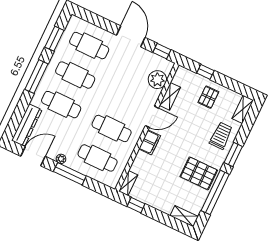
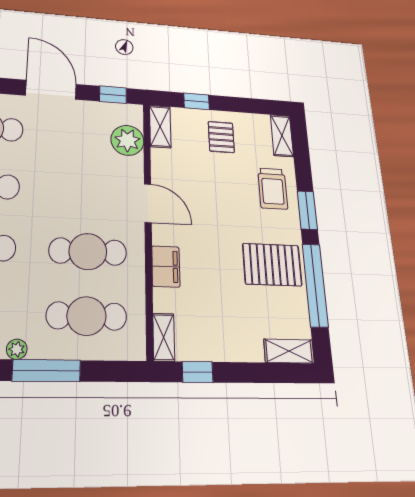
shelving: (170, 96) -> (160, 126), moved
door: (152, 117) -> (148, 203), hinge flipped
trolley: (221, 136) -> (273, 188), turned 180
filing cabinet: (150, 142) -> (166, 266), moved

